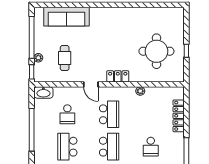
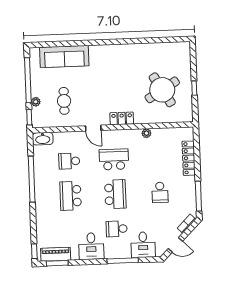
round table: (156, 51) -> (162, 90), turned -31
school desk: (67, 114) -> (69, 161), turned 90
school desk: (109, 114) -> (114, 159), turned -90

